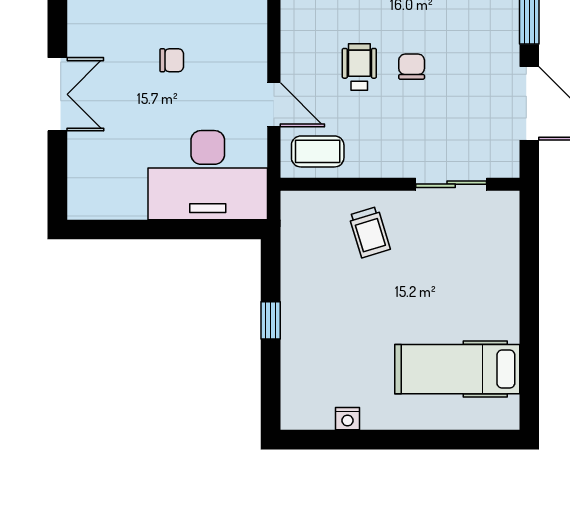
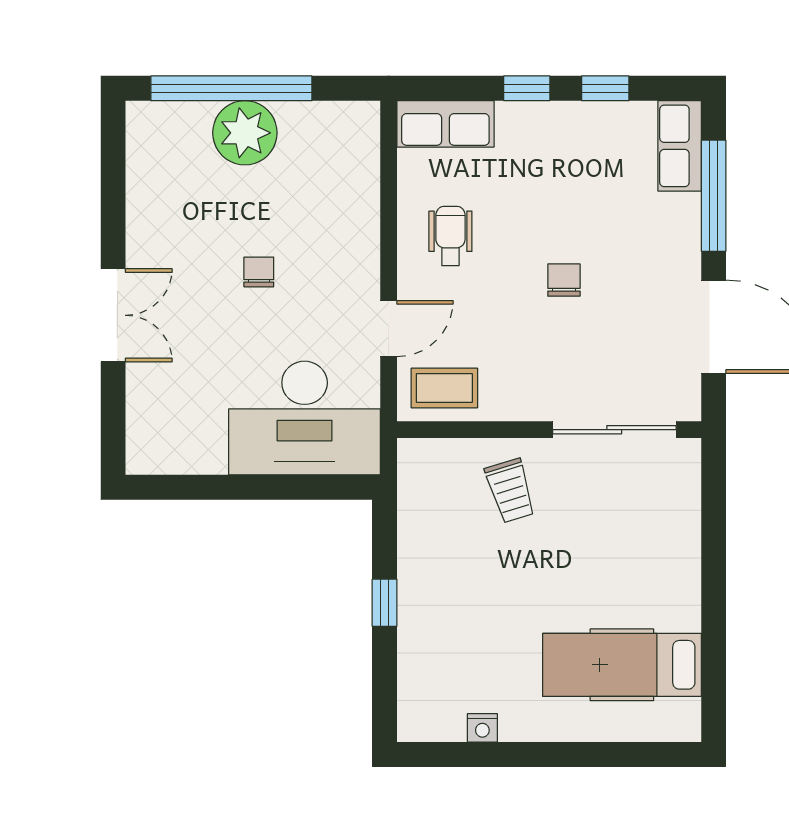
chair: (172, 60) -> (259, 272), turned -90
wheelchair: (359, 67) -> (450, 236), moved
door: (274, 105) -> (389, 329), hinge flipped
sliding door: (451, 184) -> (614, 430), width x1.37

